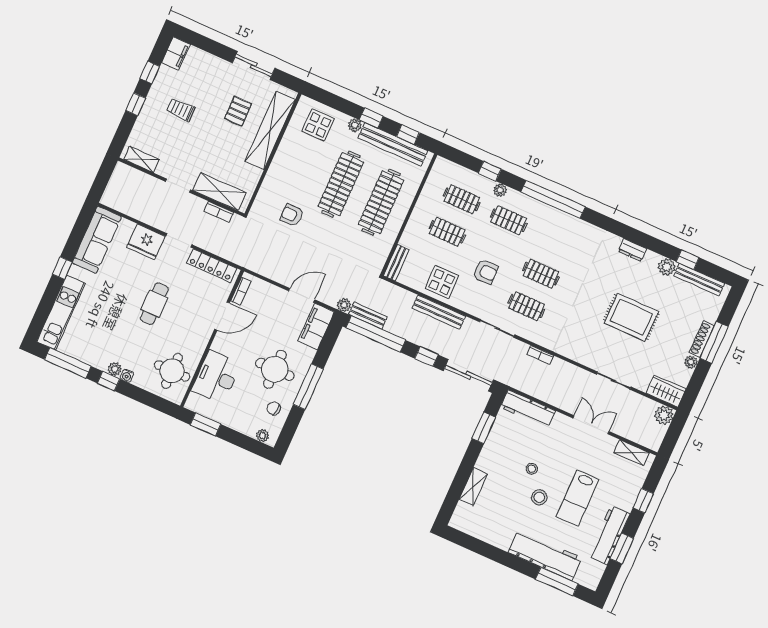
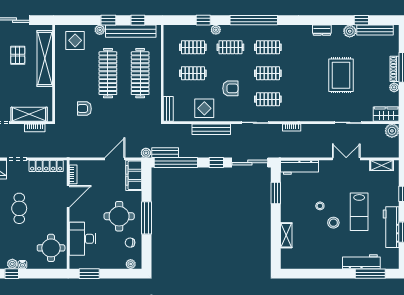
clothes rail: (556, 241) -> (268, 47), added
rug: (631, 317) -> (341, 75), turned 90
workbench: (545, 555) -> (361, 262), width x0.73, depth x0.76

